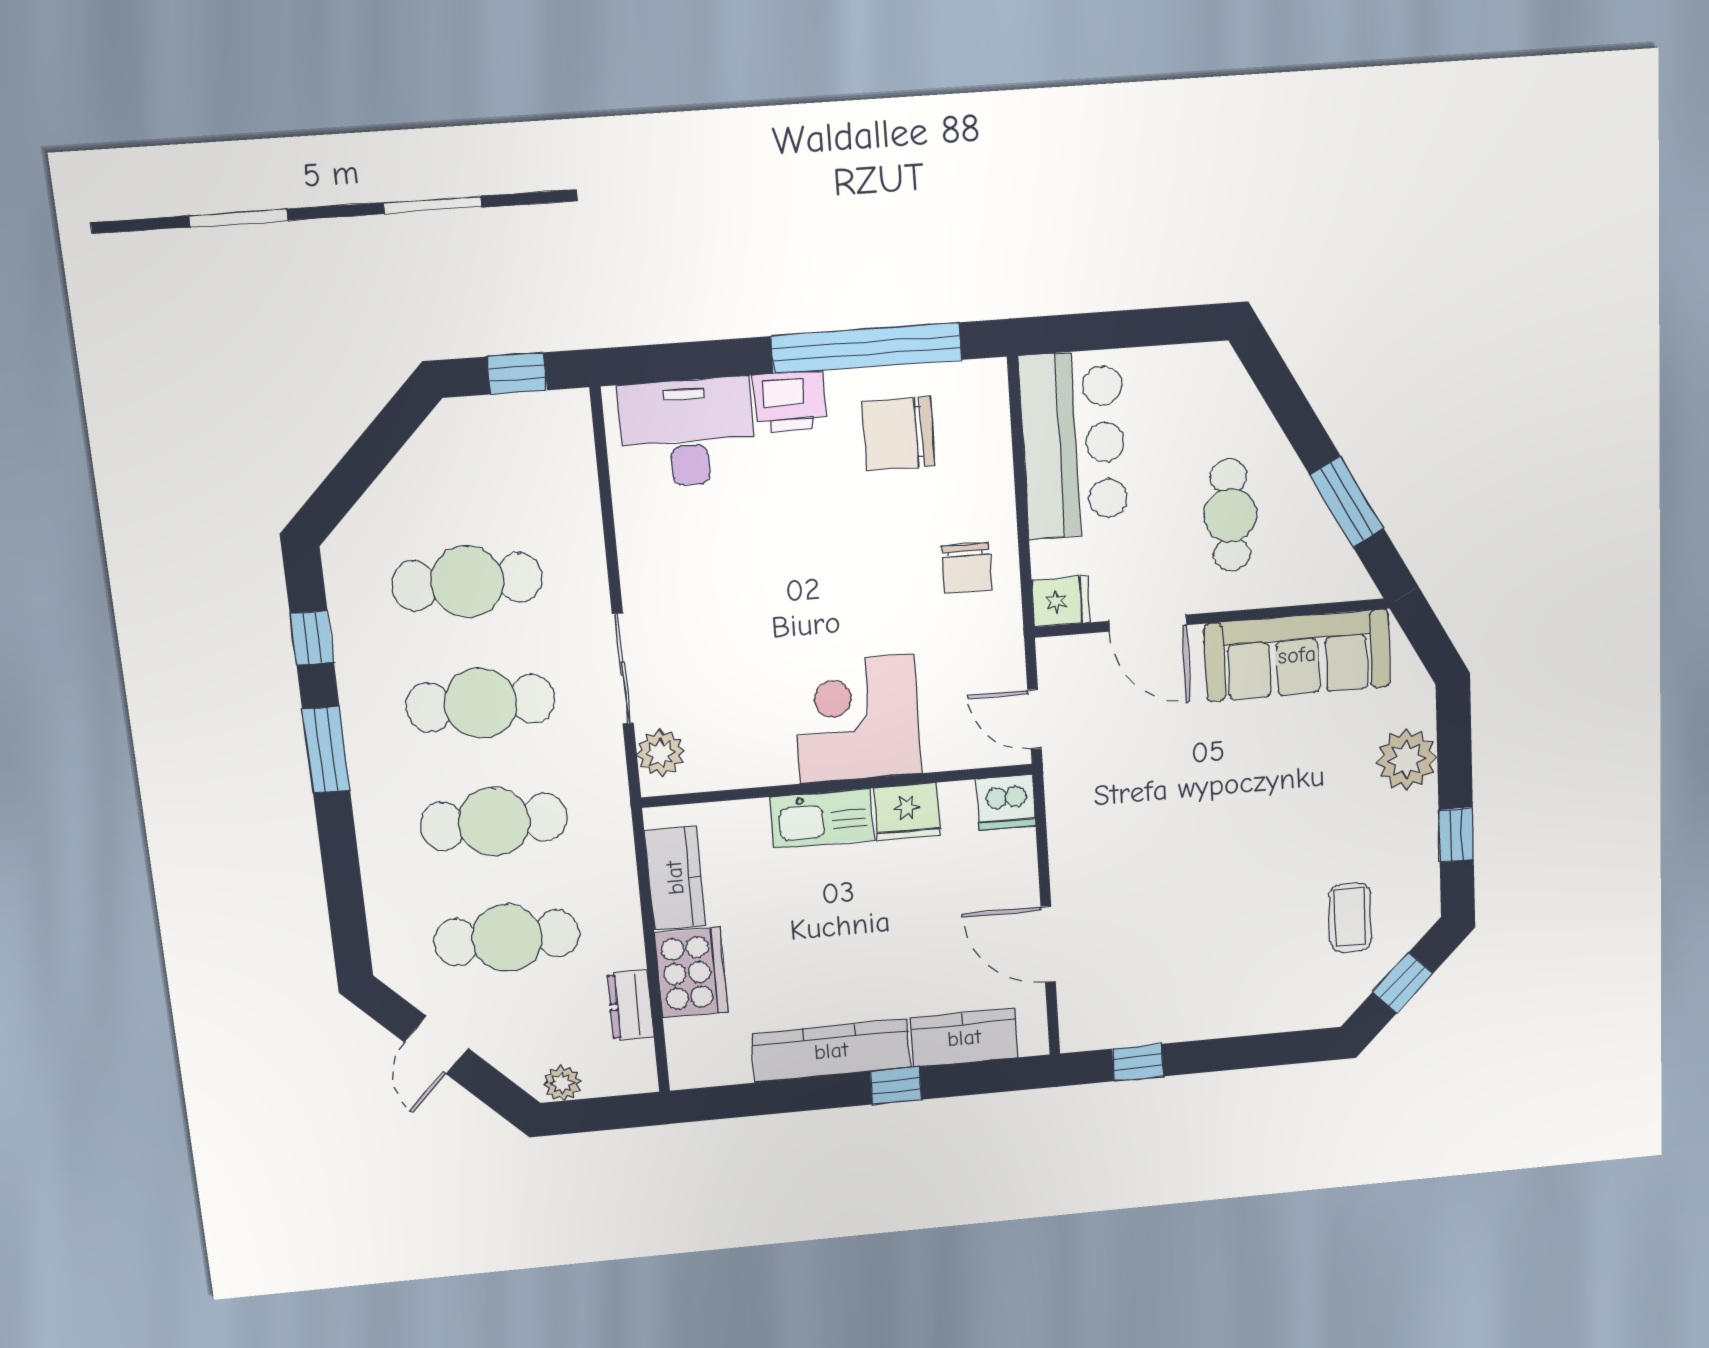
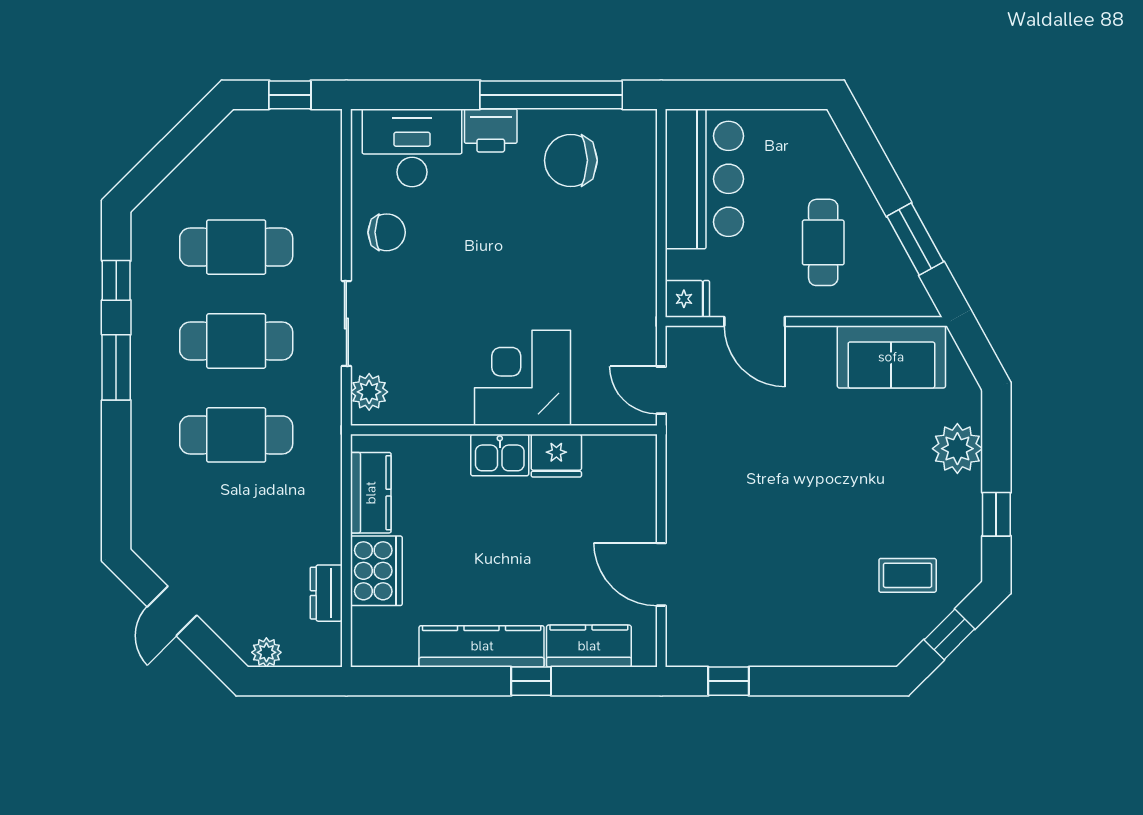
chair: (967, 568) -> (387, 232), moved, turned -90
sofa: (1297, 655) -> (891, 357), width x0.73
dishwasher: (1006, 802) -> (635, 455), removed
kitchen sink: (822, 819) -> (500, 455), width x0.73
coffee table: (1350, 918) -> (908, 575), turned 90
cafe table: (507, 938) -> (236, 529), removed

